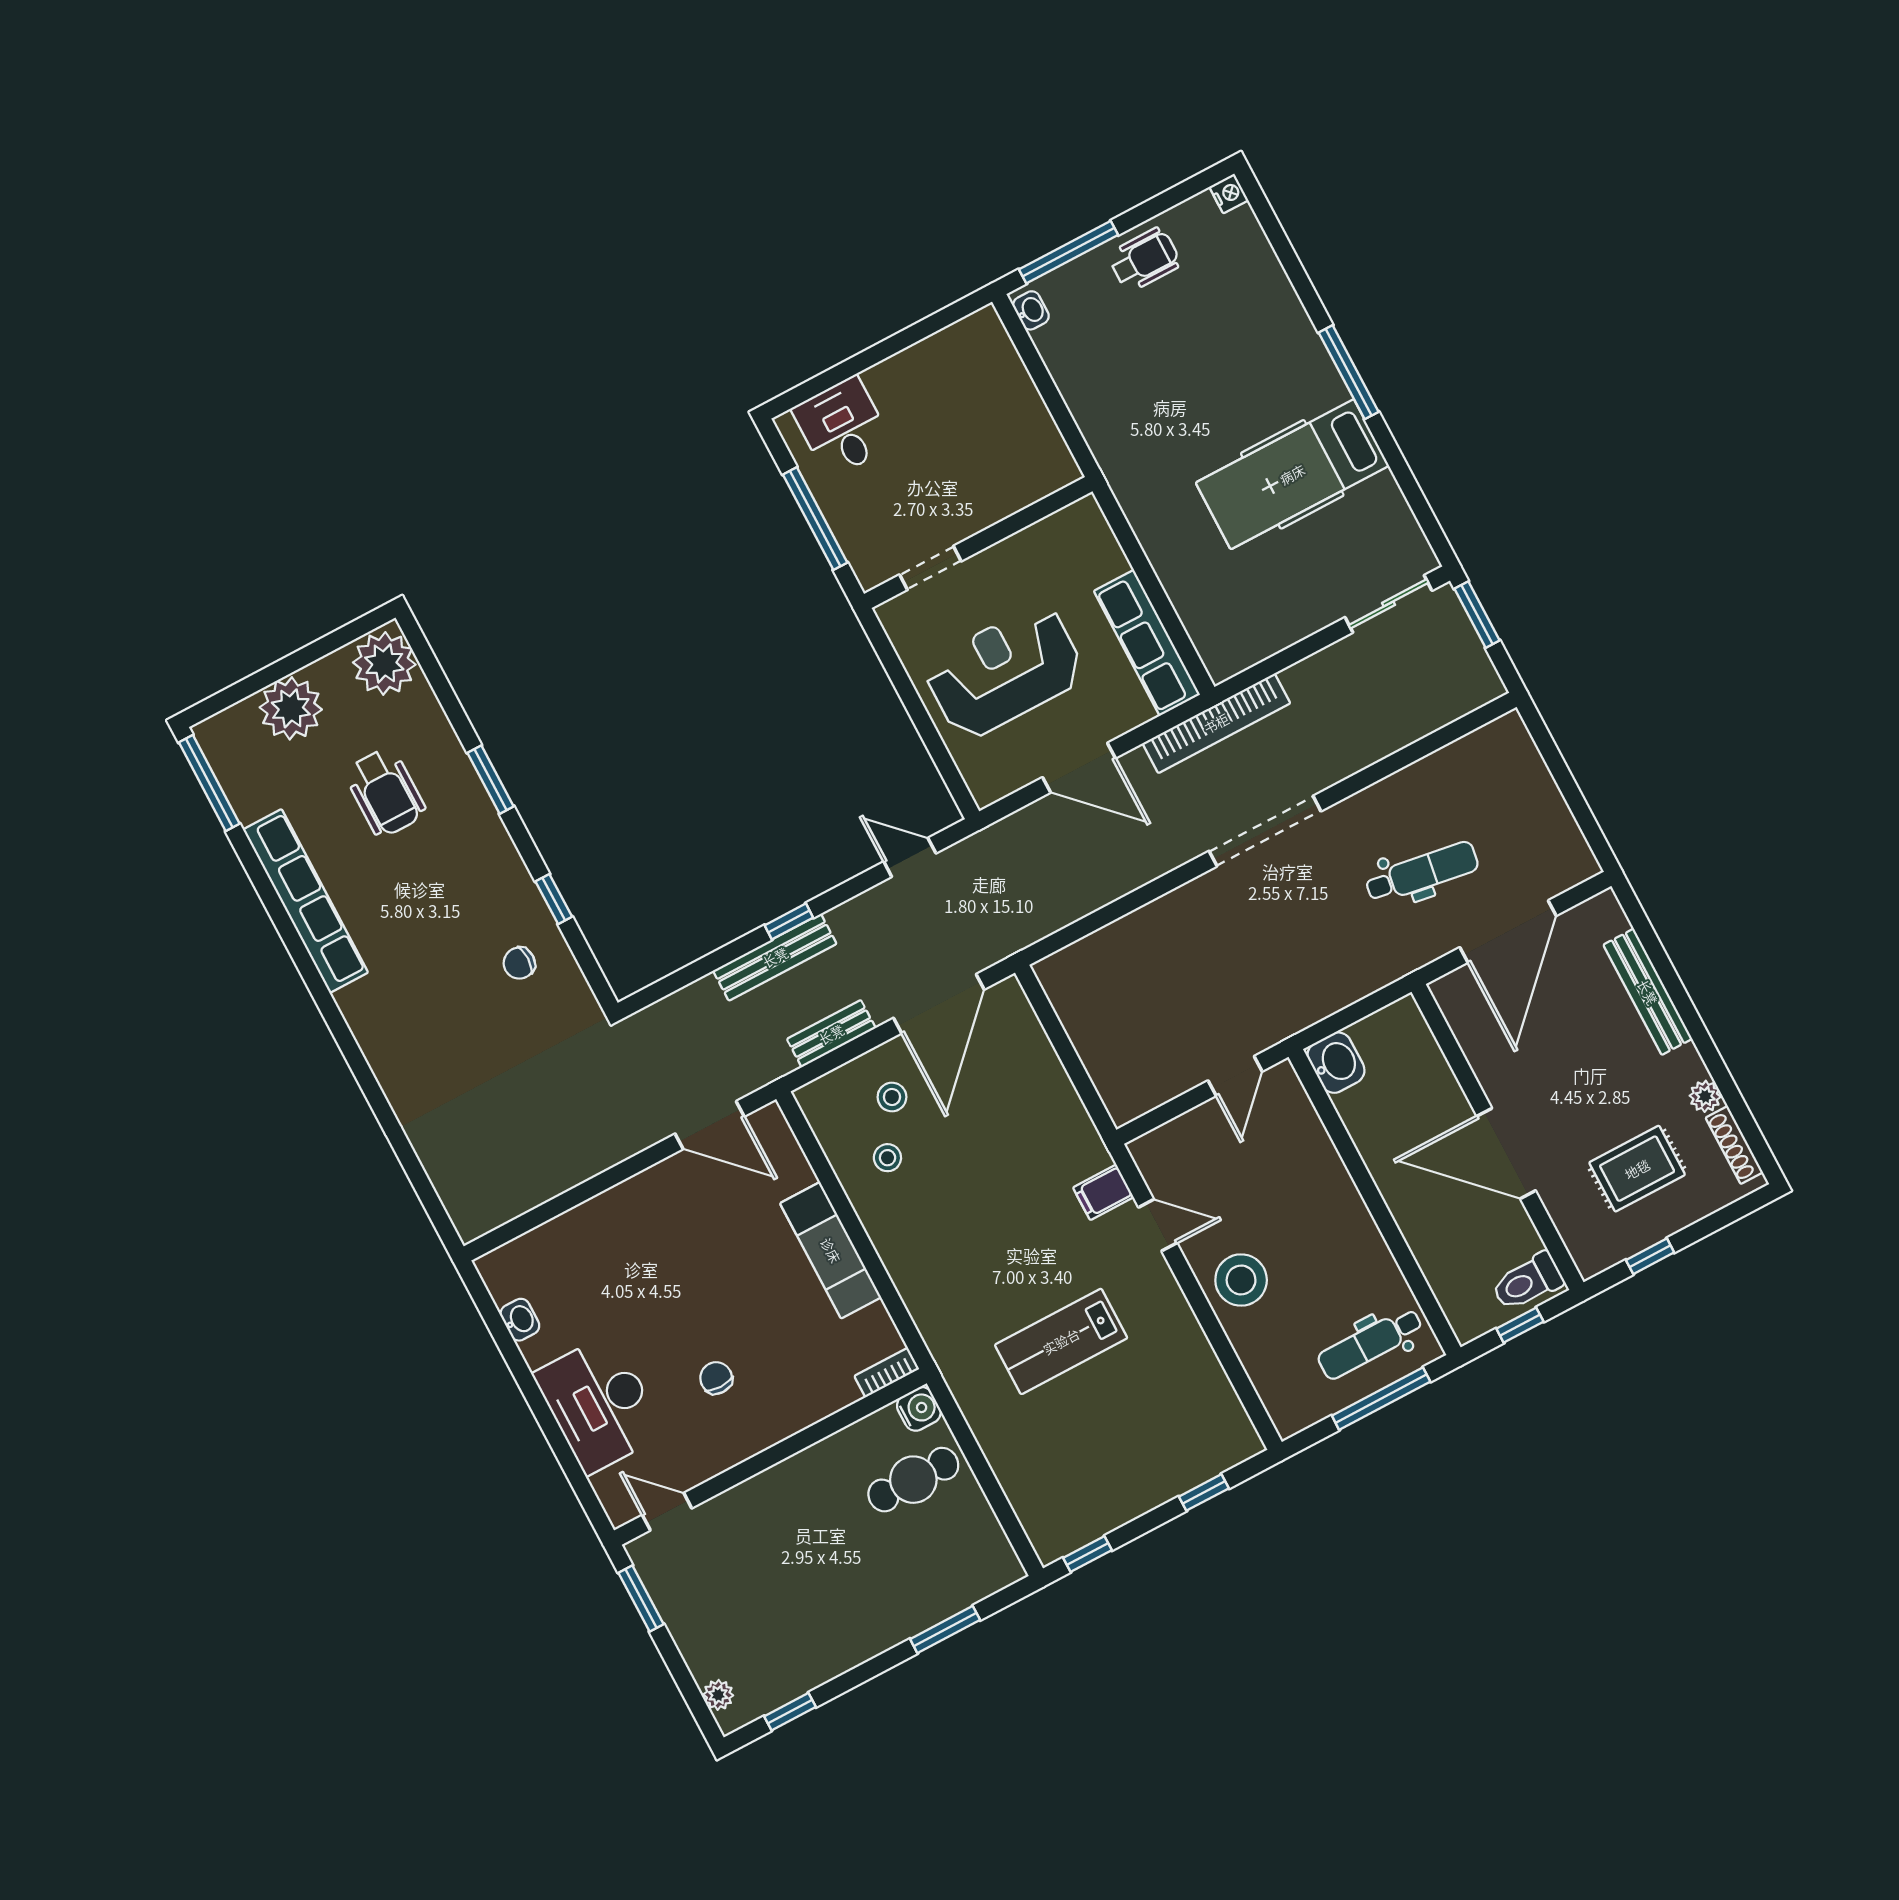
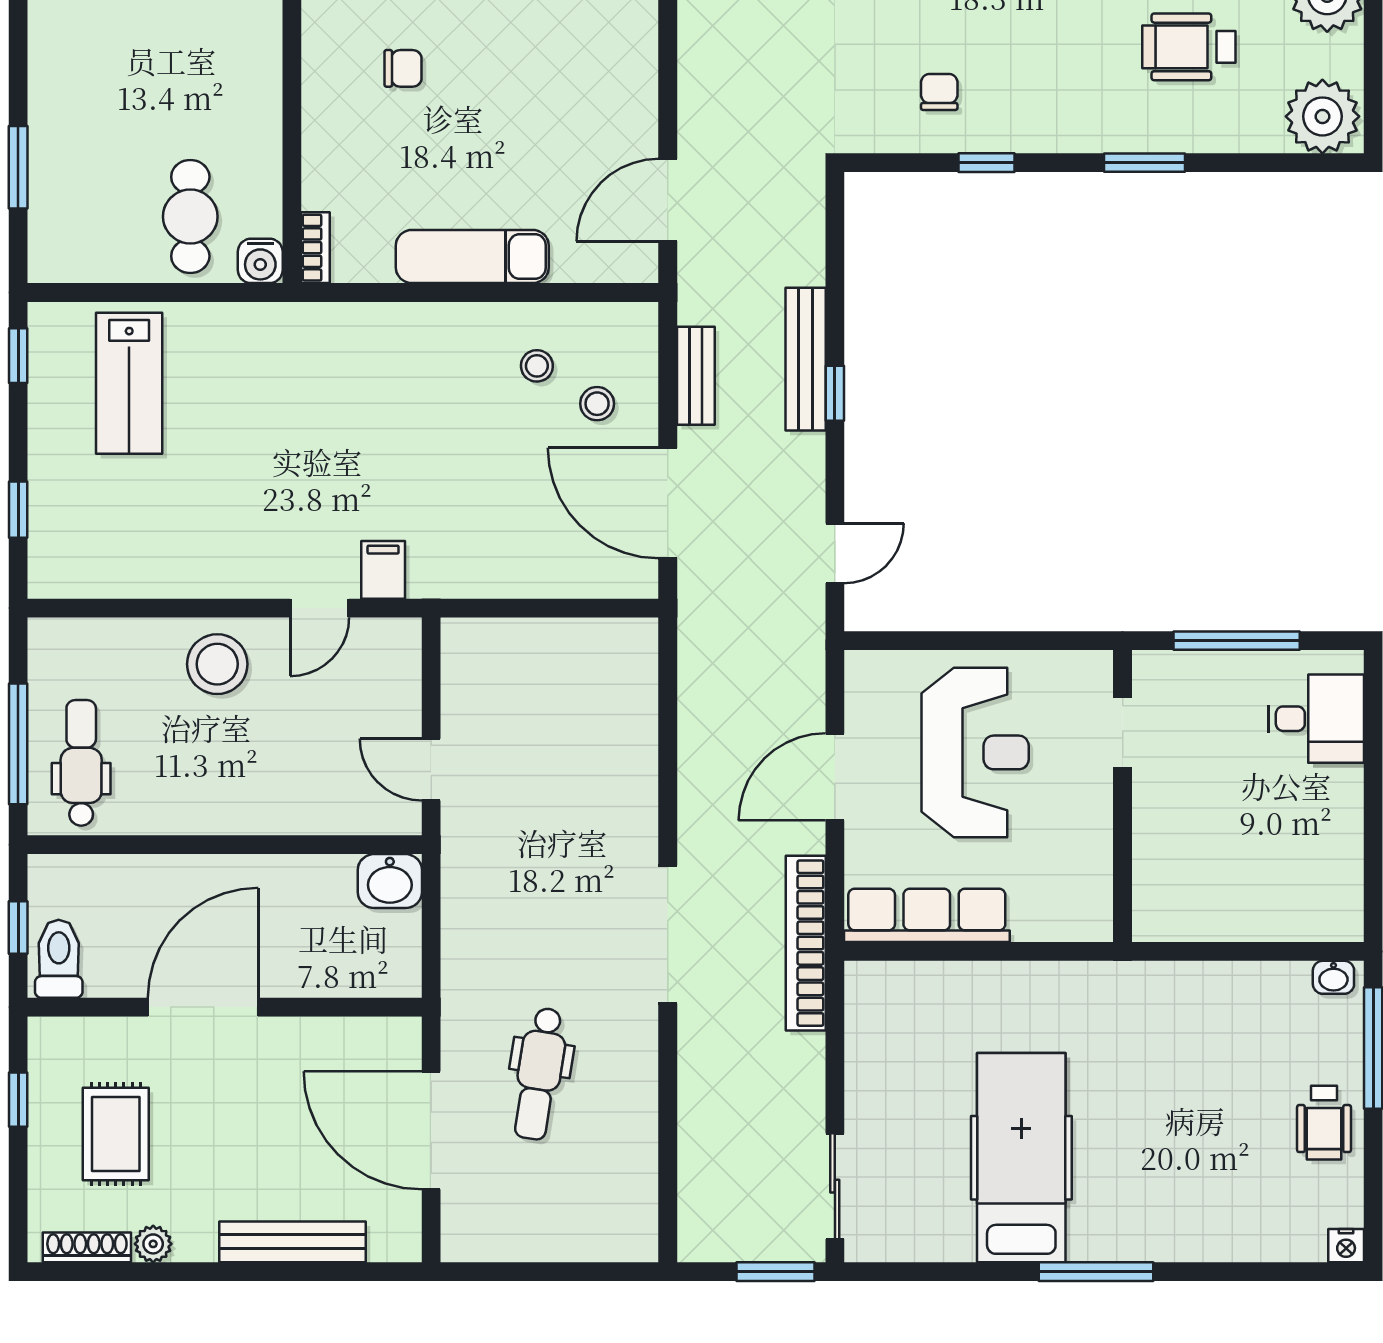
lab bench: (1061, 1341) -> (129, 383), moved, turned 180

